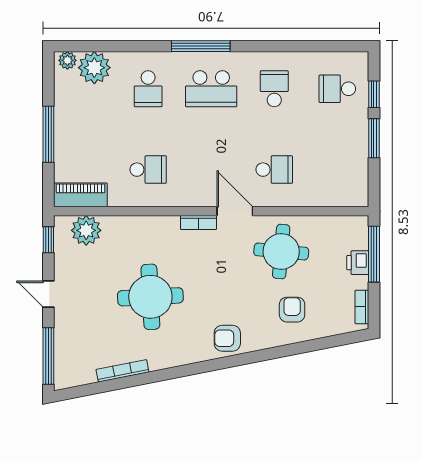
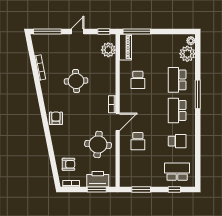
window: (201, 46) -> (198, 94), moved
school desk: (148, 89) -> (177, 80), width x1.85
school desk: (337, 89) -> (177, 172), width x1.85
window: (48, 134) -> (137, 31), moved
window: (374, 138) -> (141, 190), moved
window: (374, 254) -> (97, 190), width x0.69
printer: (358, 263) -> (98, 179), width x1.87, depth x1.48
round table: (150, 297) -> (76, 81), width x0.73, depth x0.73
armchair: (292, 310) -> (68, 164), moved

